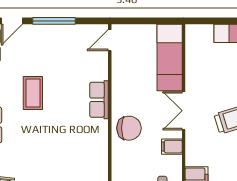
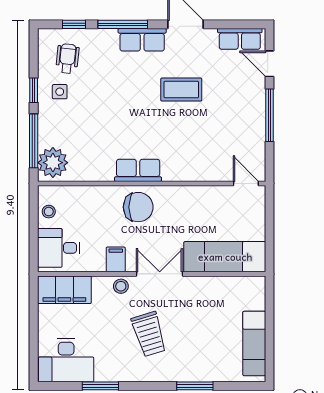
row of seats: (99, 100) -> (138, 170), moved
chair: (129, 128) -> (138, 207), turned -90
stool: (194, 142) -> (121, 286), added

